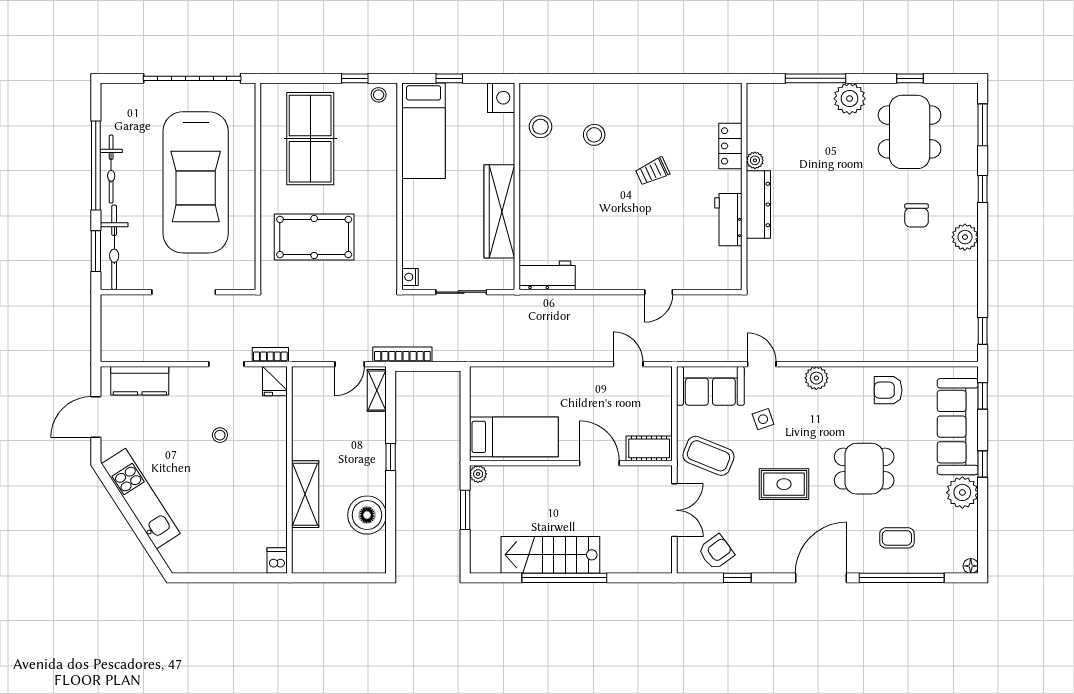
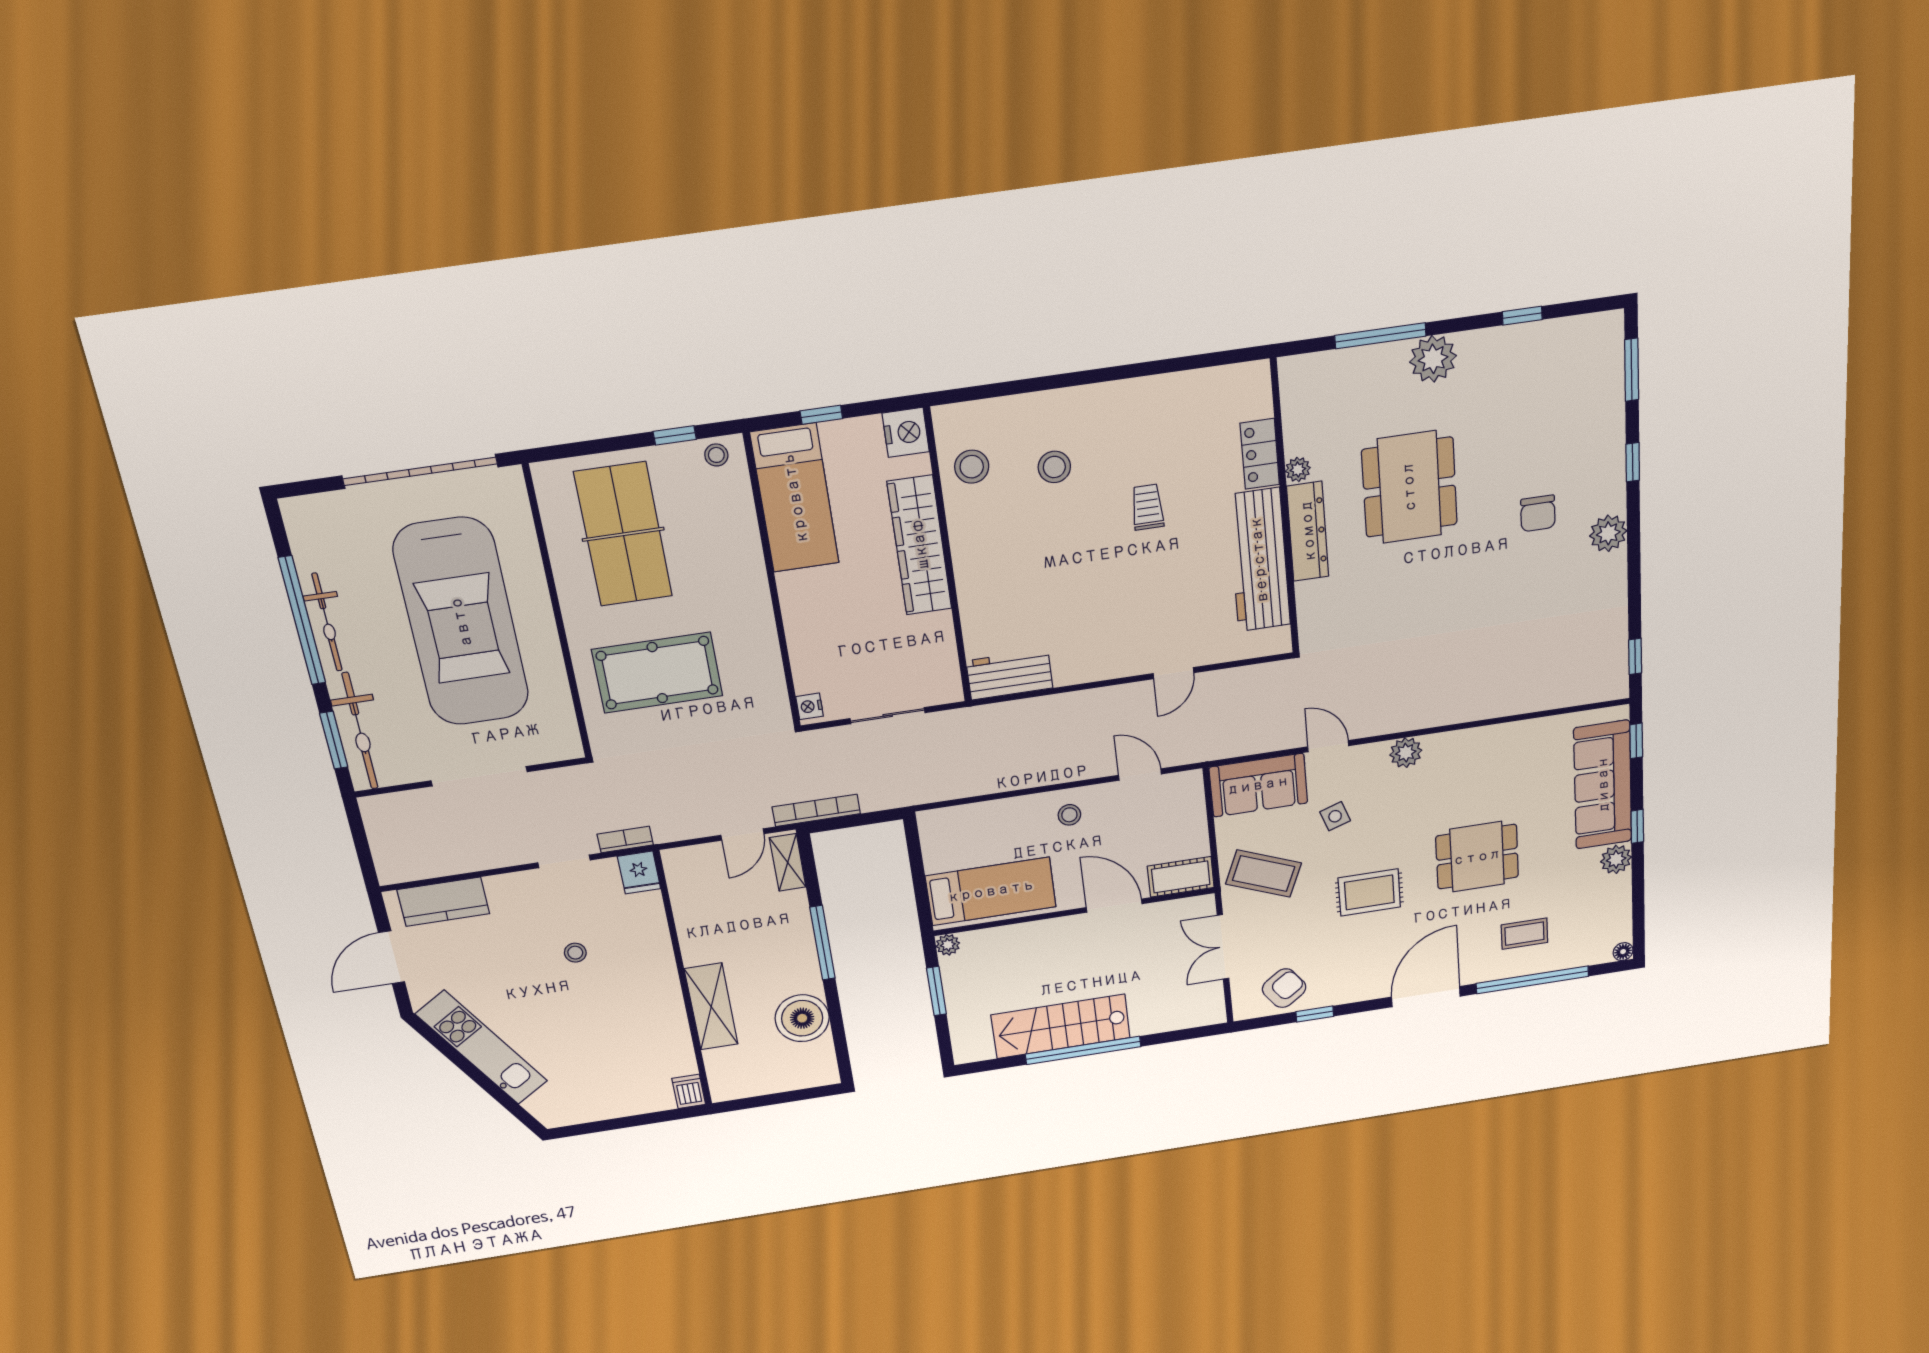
dining table: (910, 132) -> (1409, 487), moved
trolley: (653, 171) -> (1148, 507), turned 115
wardrobe: (499, 211) -> (920, 545), moved
workbench: (728, 220) -> (1259, 560), width x1.88, depth x1.32
stool: (576, 387) -> (1069, 815), added
armchair: (888, 390) -> (1506, 753), removed
window: (391, 457) -> (822, 943), width x2.17
plant: (962, 492) -> (1616, 859), width x0.73, depth x0.73
double door: (674, 510) -> (1223, 947), swing flipped

